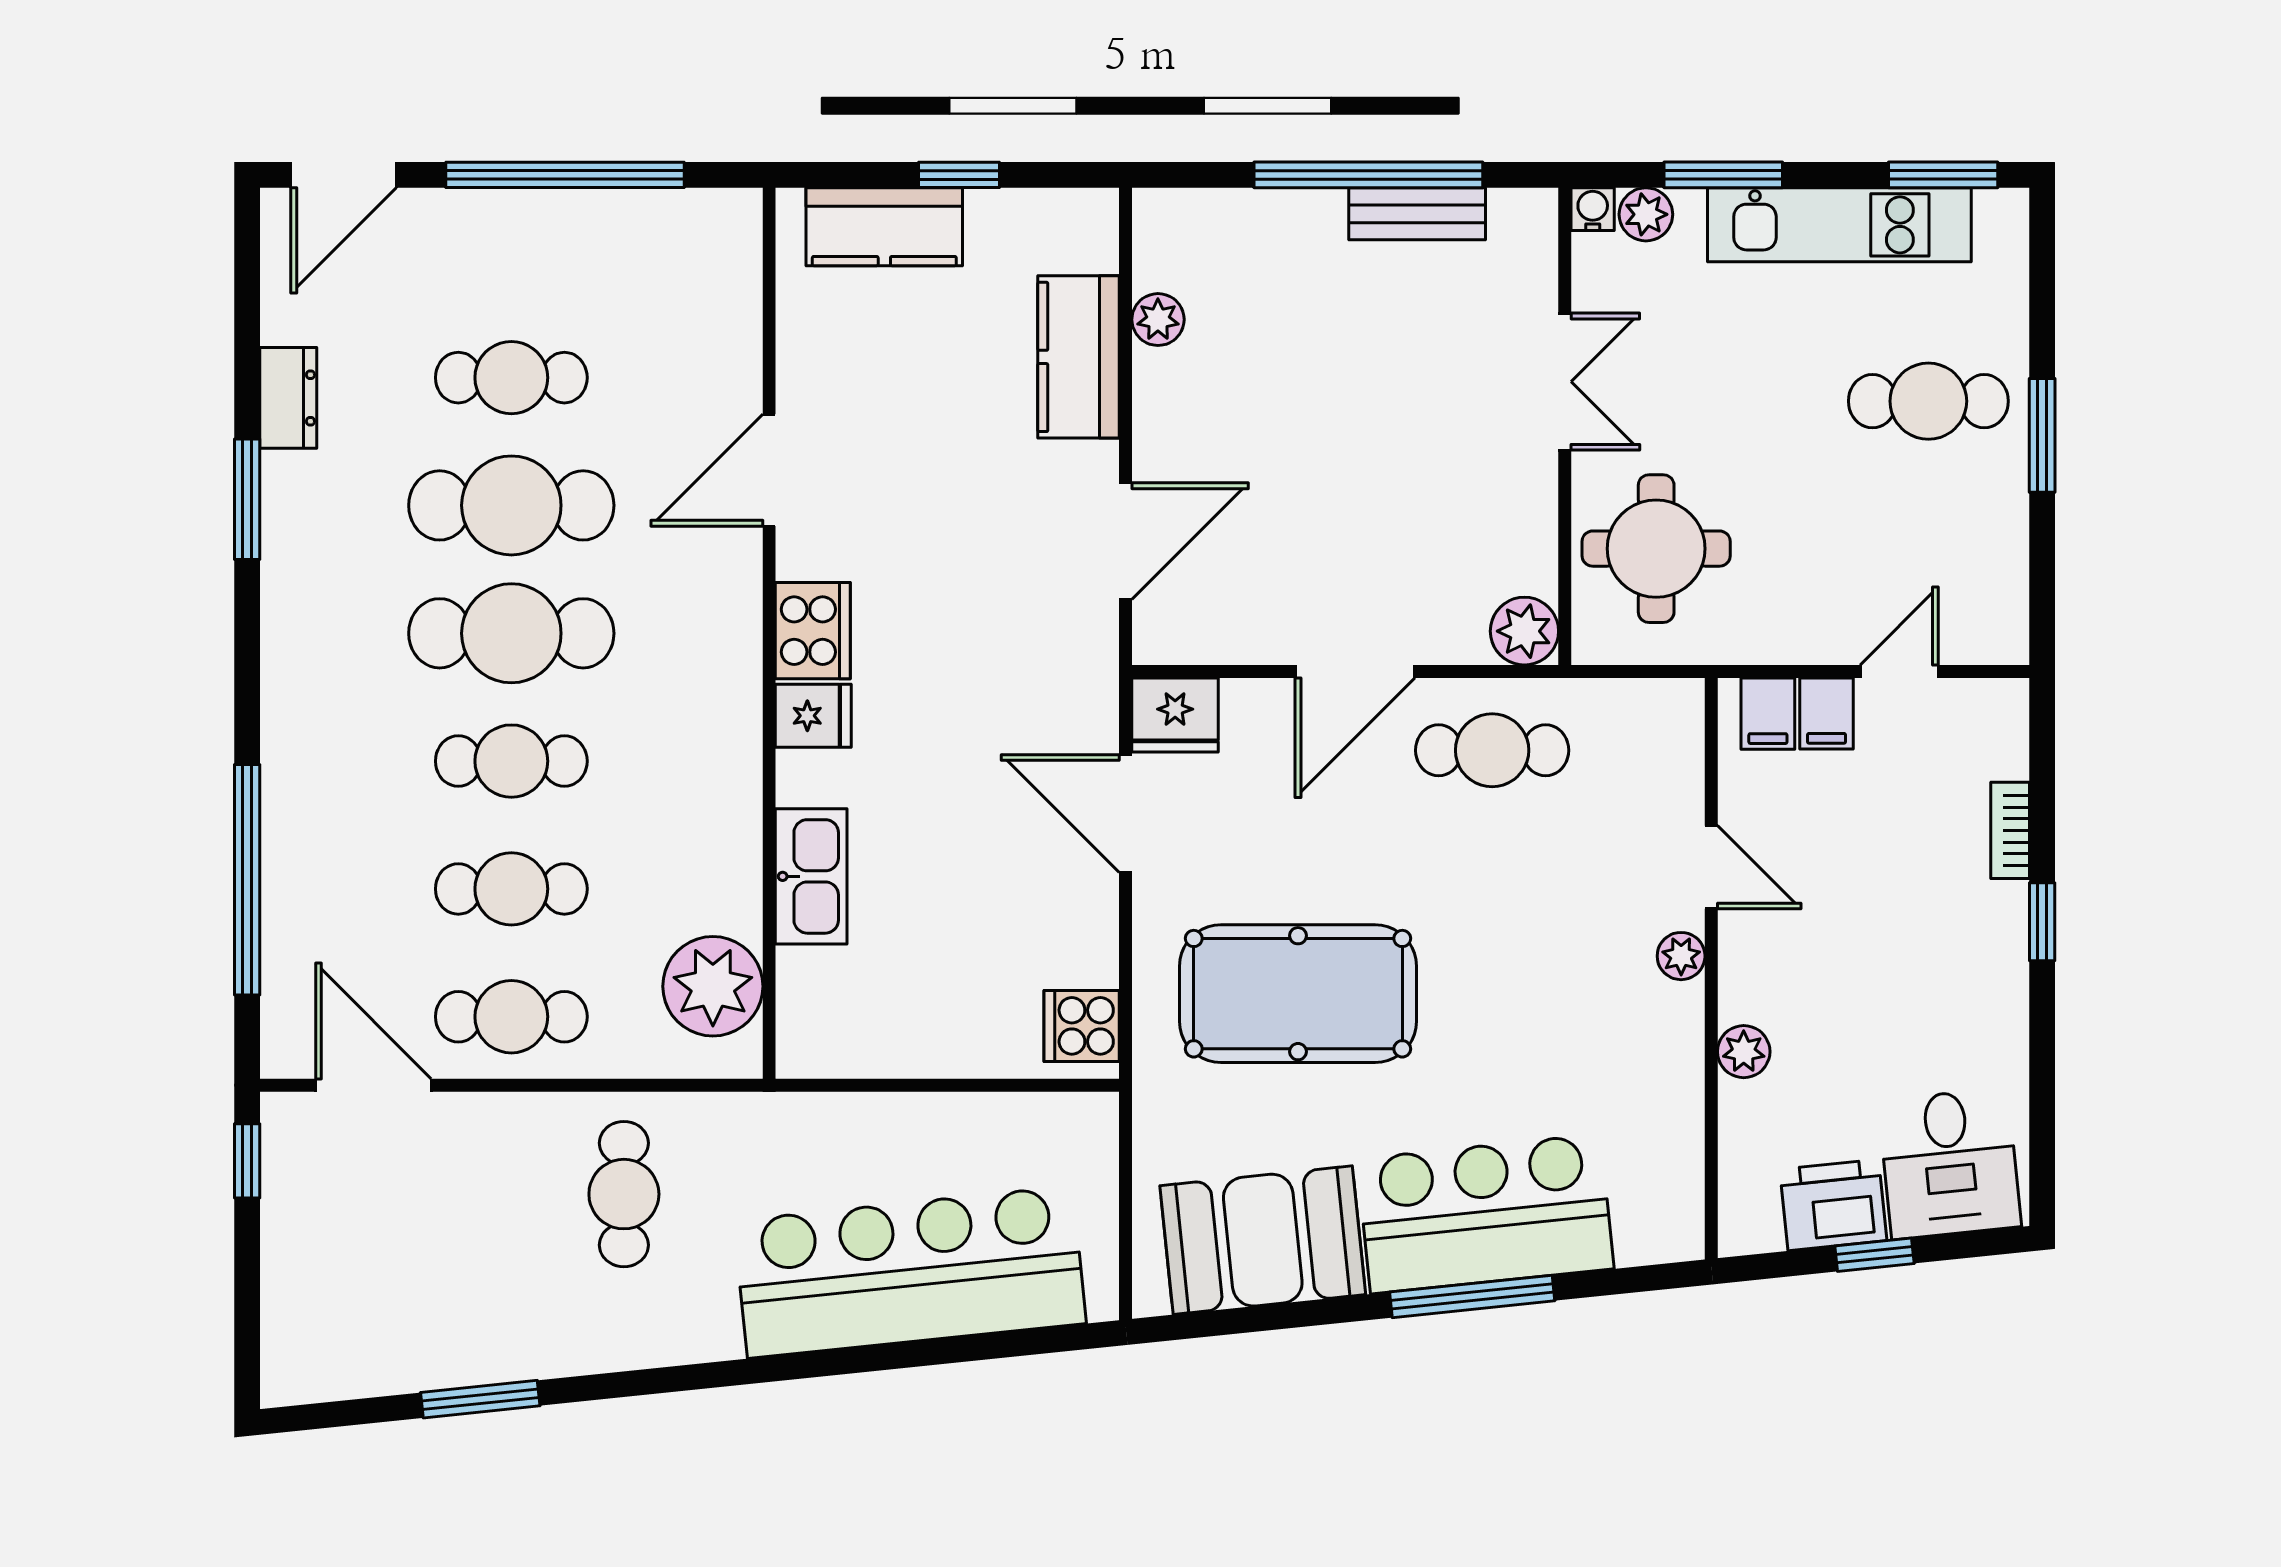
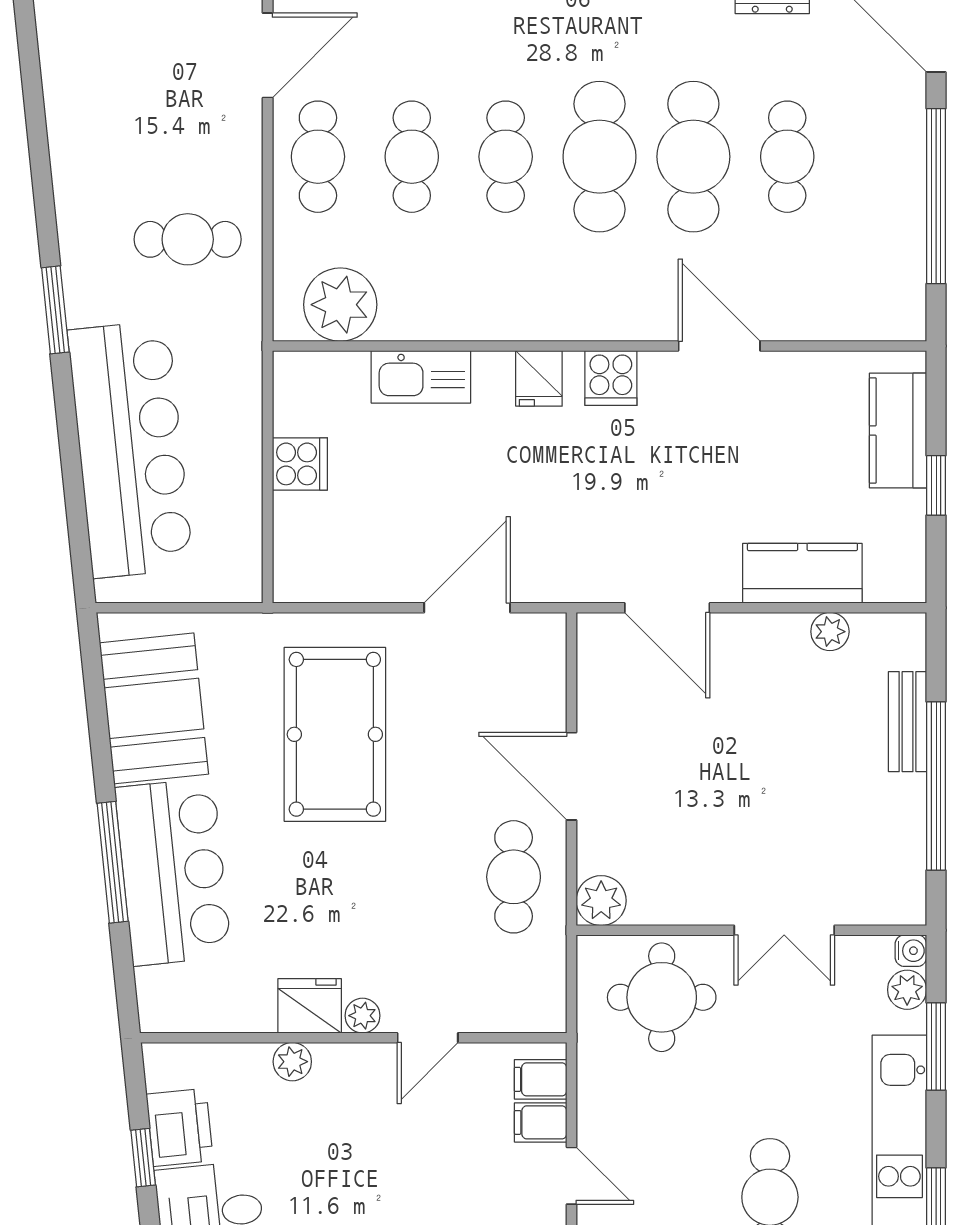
bench: (1417, 214) -> (908, 722), moved
cooker: (813, 631) -> (611, 378), width x0.73
fridge: (1175, 715) -> (310, 1006), moved, turned 90
cooker: (1082, 1026) -> (300, 464), moved, turned 90
window: (480, 1399) -> (55, 310), moved

